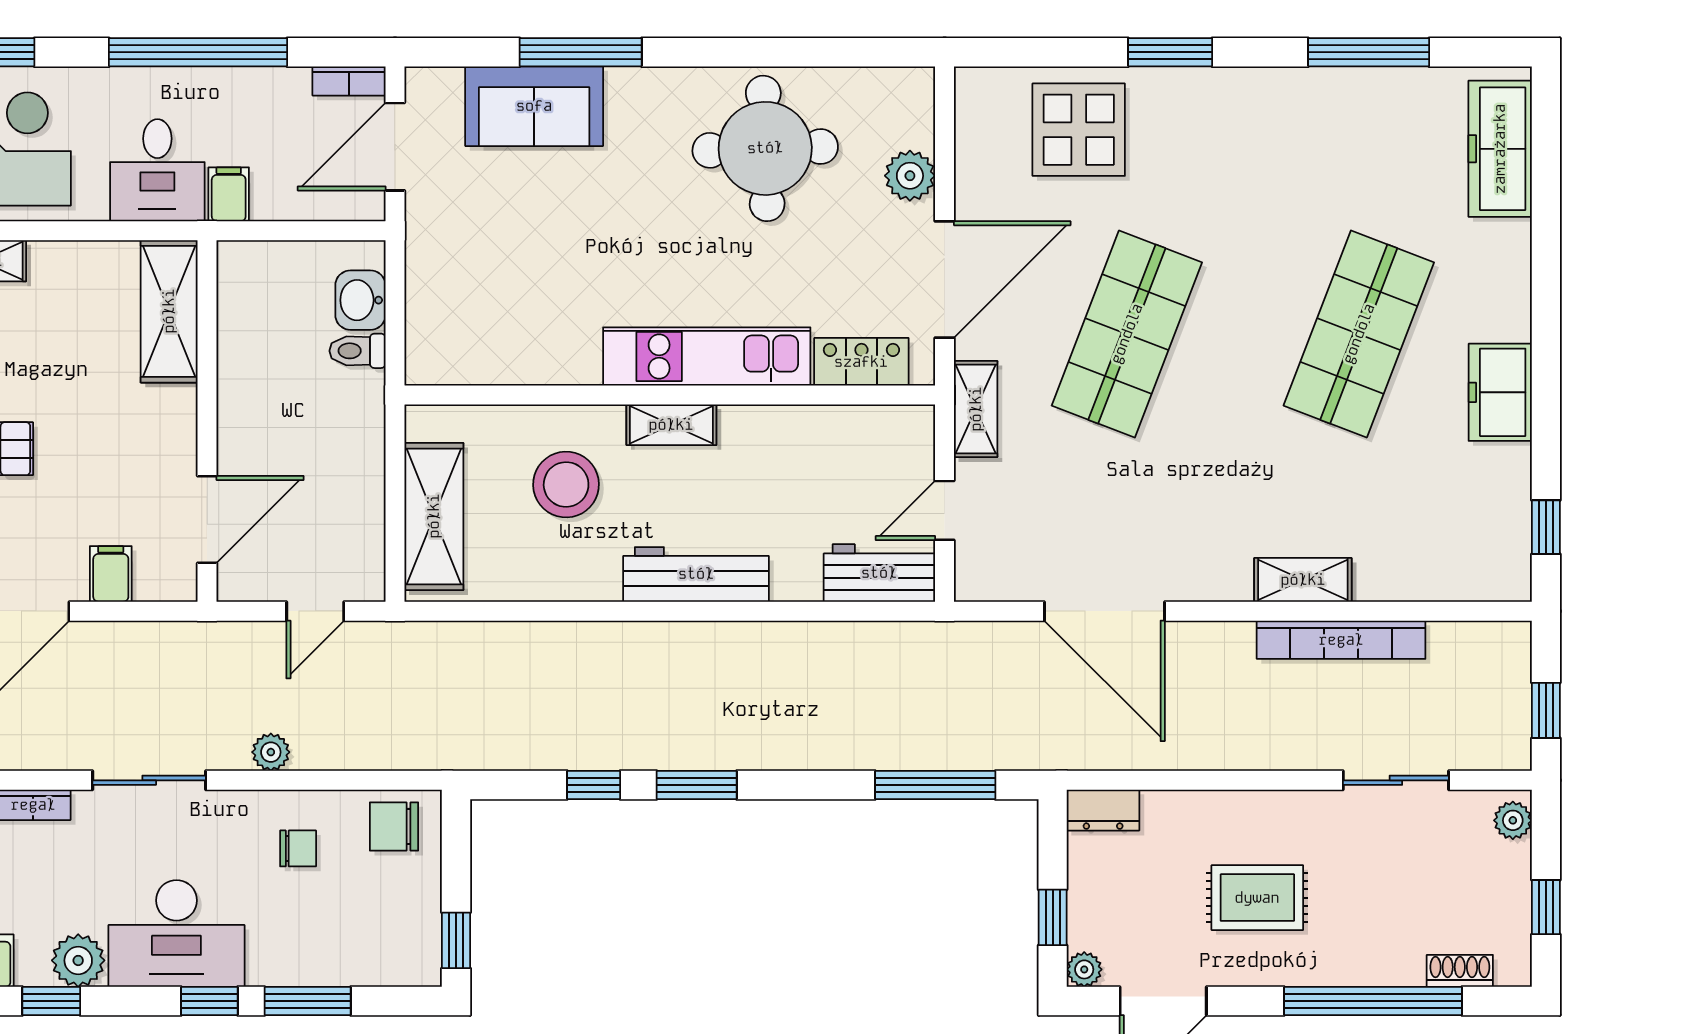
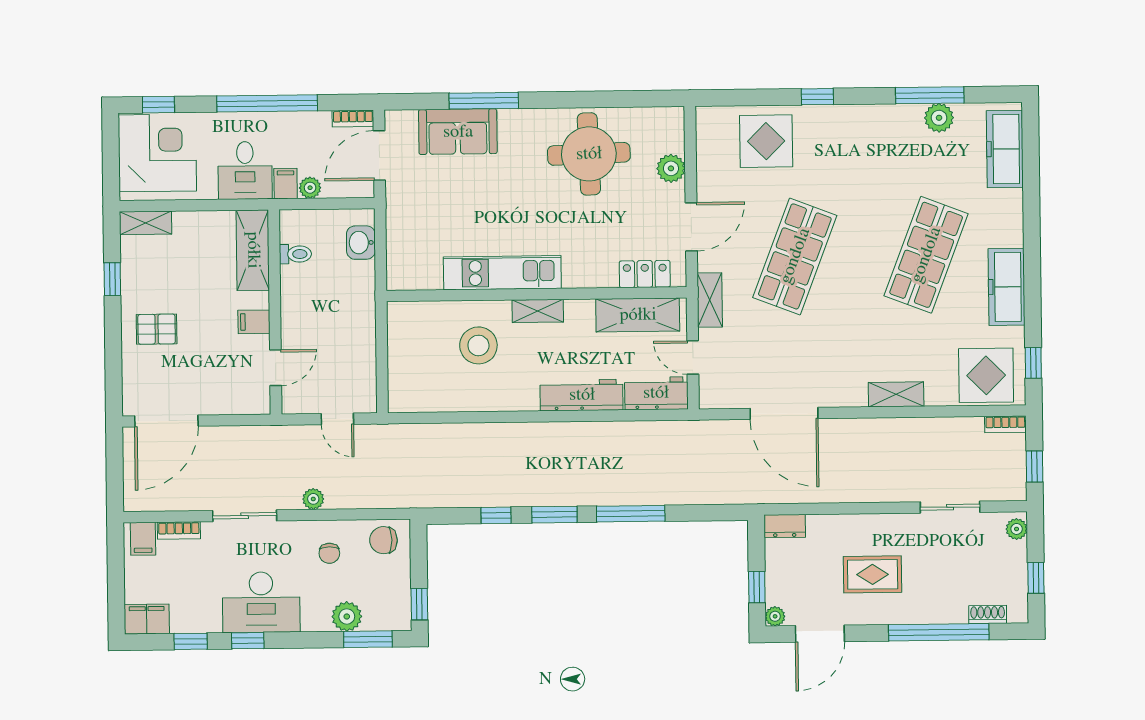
window: (1170, 52) -> (817, 97), width x0.67
plant: (1385, 92) -> (939, 118), added
plant: (272, 202) -> (310, 188), added
door: (945, 279) -> (691, 227), width x0.73
toilet: (357, 351) -> (295, 254), moved, turned 180
kitchen unit: (707, 356) -> (502, 273), moved
freezer: (1500, 392) -> (1006, 287), width x1.40
door: (945, 510) -> (693, 358), hinge flipped
shelving: (434, 516) -> (638, 315), moved, turned 90
door: (207, 519) -> (276, 368), width x0.73
display table: (1462, 548) -> (986, 375), added
filing cabinet: (111, 574) -> (254, 322), moved, turned -90
workbench: (696, 574) -> (582, 395), moved
door: (315, 611) -> (337, 419), hinge flipped
bookcase: (1341, 640) -> (1005, 424), moved, width x0.43, depth x0.76
window: (935, 785) -> (631, 514), moved
chair: (298, 848) -> (329, 553), turned 90
plant: (78, 960) -> (347, 616), moved
window: (209, 1001) -> (248, 641), moved
window: (308, 1001) -> (368, 639), moved

